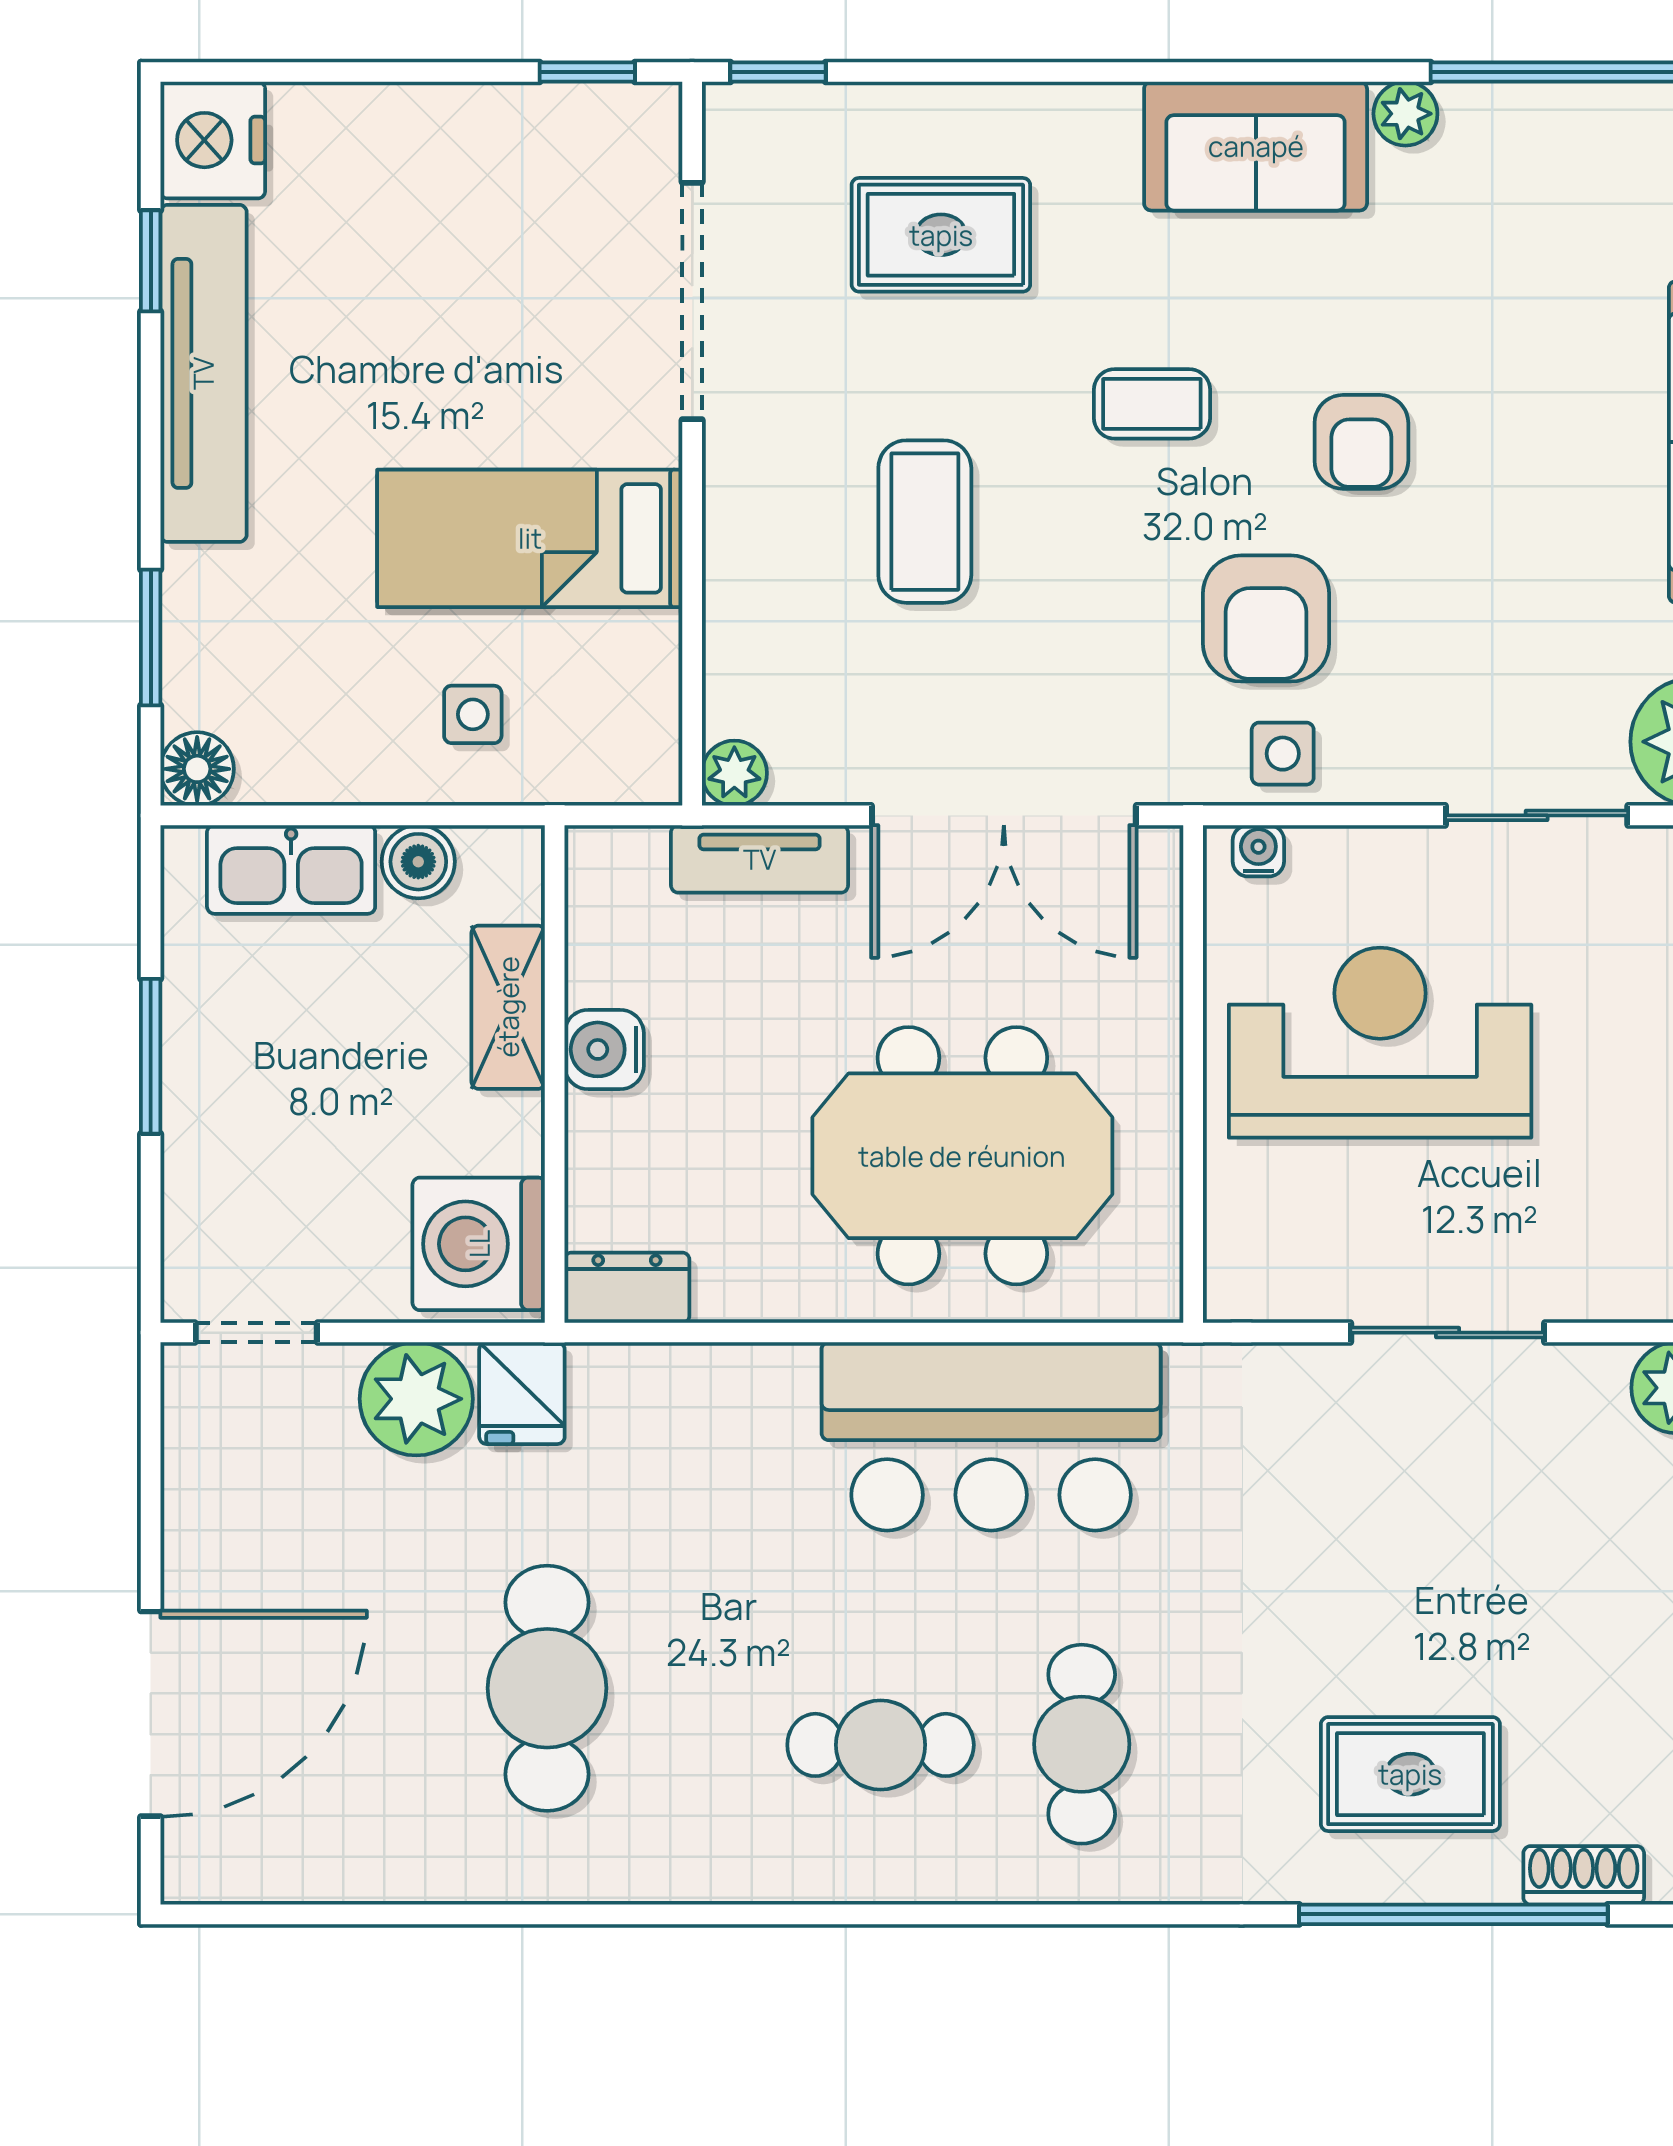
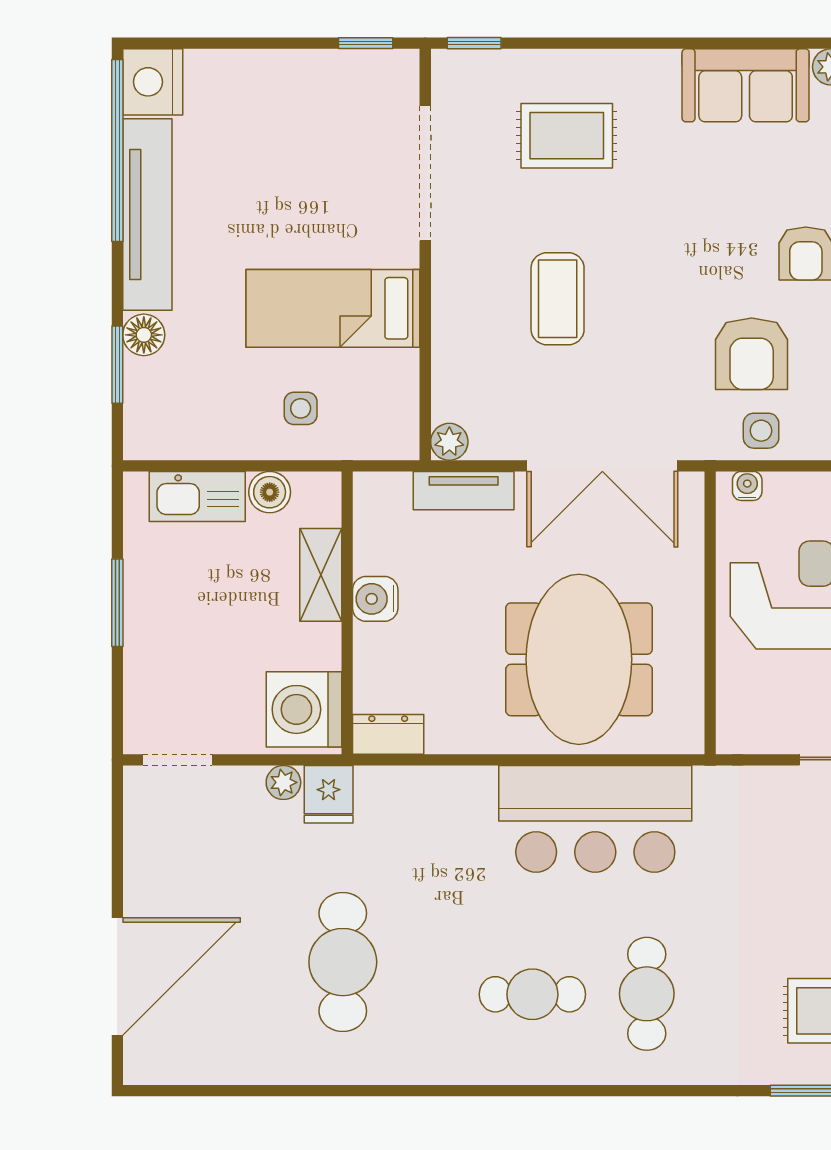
window: (151, 261) -> (117, 151), width x3.17
coffee table: (1152, 404) -> (687, 232), removed
floor lamp: (197, 769) -> (144, 335), moved
meeting table: (962, 1156) -> (579, 659), turned 90
plant: (416, 1399) -> (283, 782), width x0.53, depth x0.53

